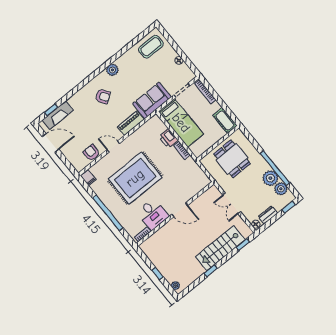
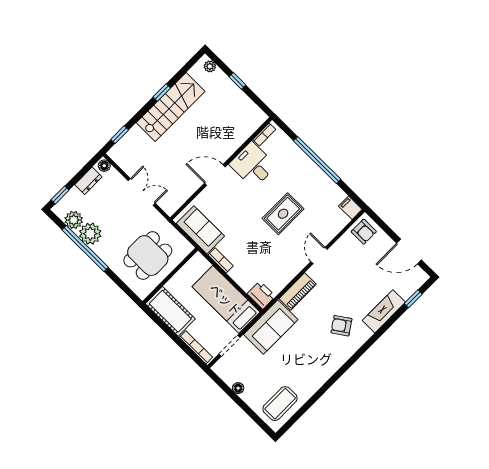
plant: (112, 70) -> (332, 365), removed
fireplace: (58, 115) -> (384, 311), moved
cot: (225, 121) -> (170, 311), width x1.37, depth x1.34
printer: (168, 138) -> (261, 295), moved
door: (113, 147) -> (319, 256), swing flipped
armchair: (91, 153) -> (364, 232), moved
dining table: (232, 159) -> (148, 256), turned 90
sofa: (194, 173) -> (200, 230), added
rug: (135, 178) -> (283, 214), width x0.54, depth x0.49
stairs: (220, 248) -> (171, 107), moved

